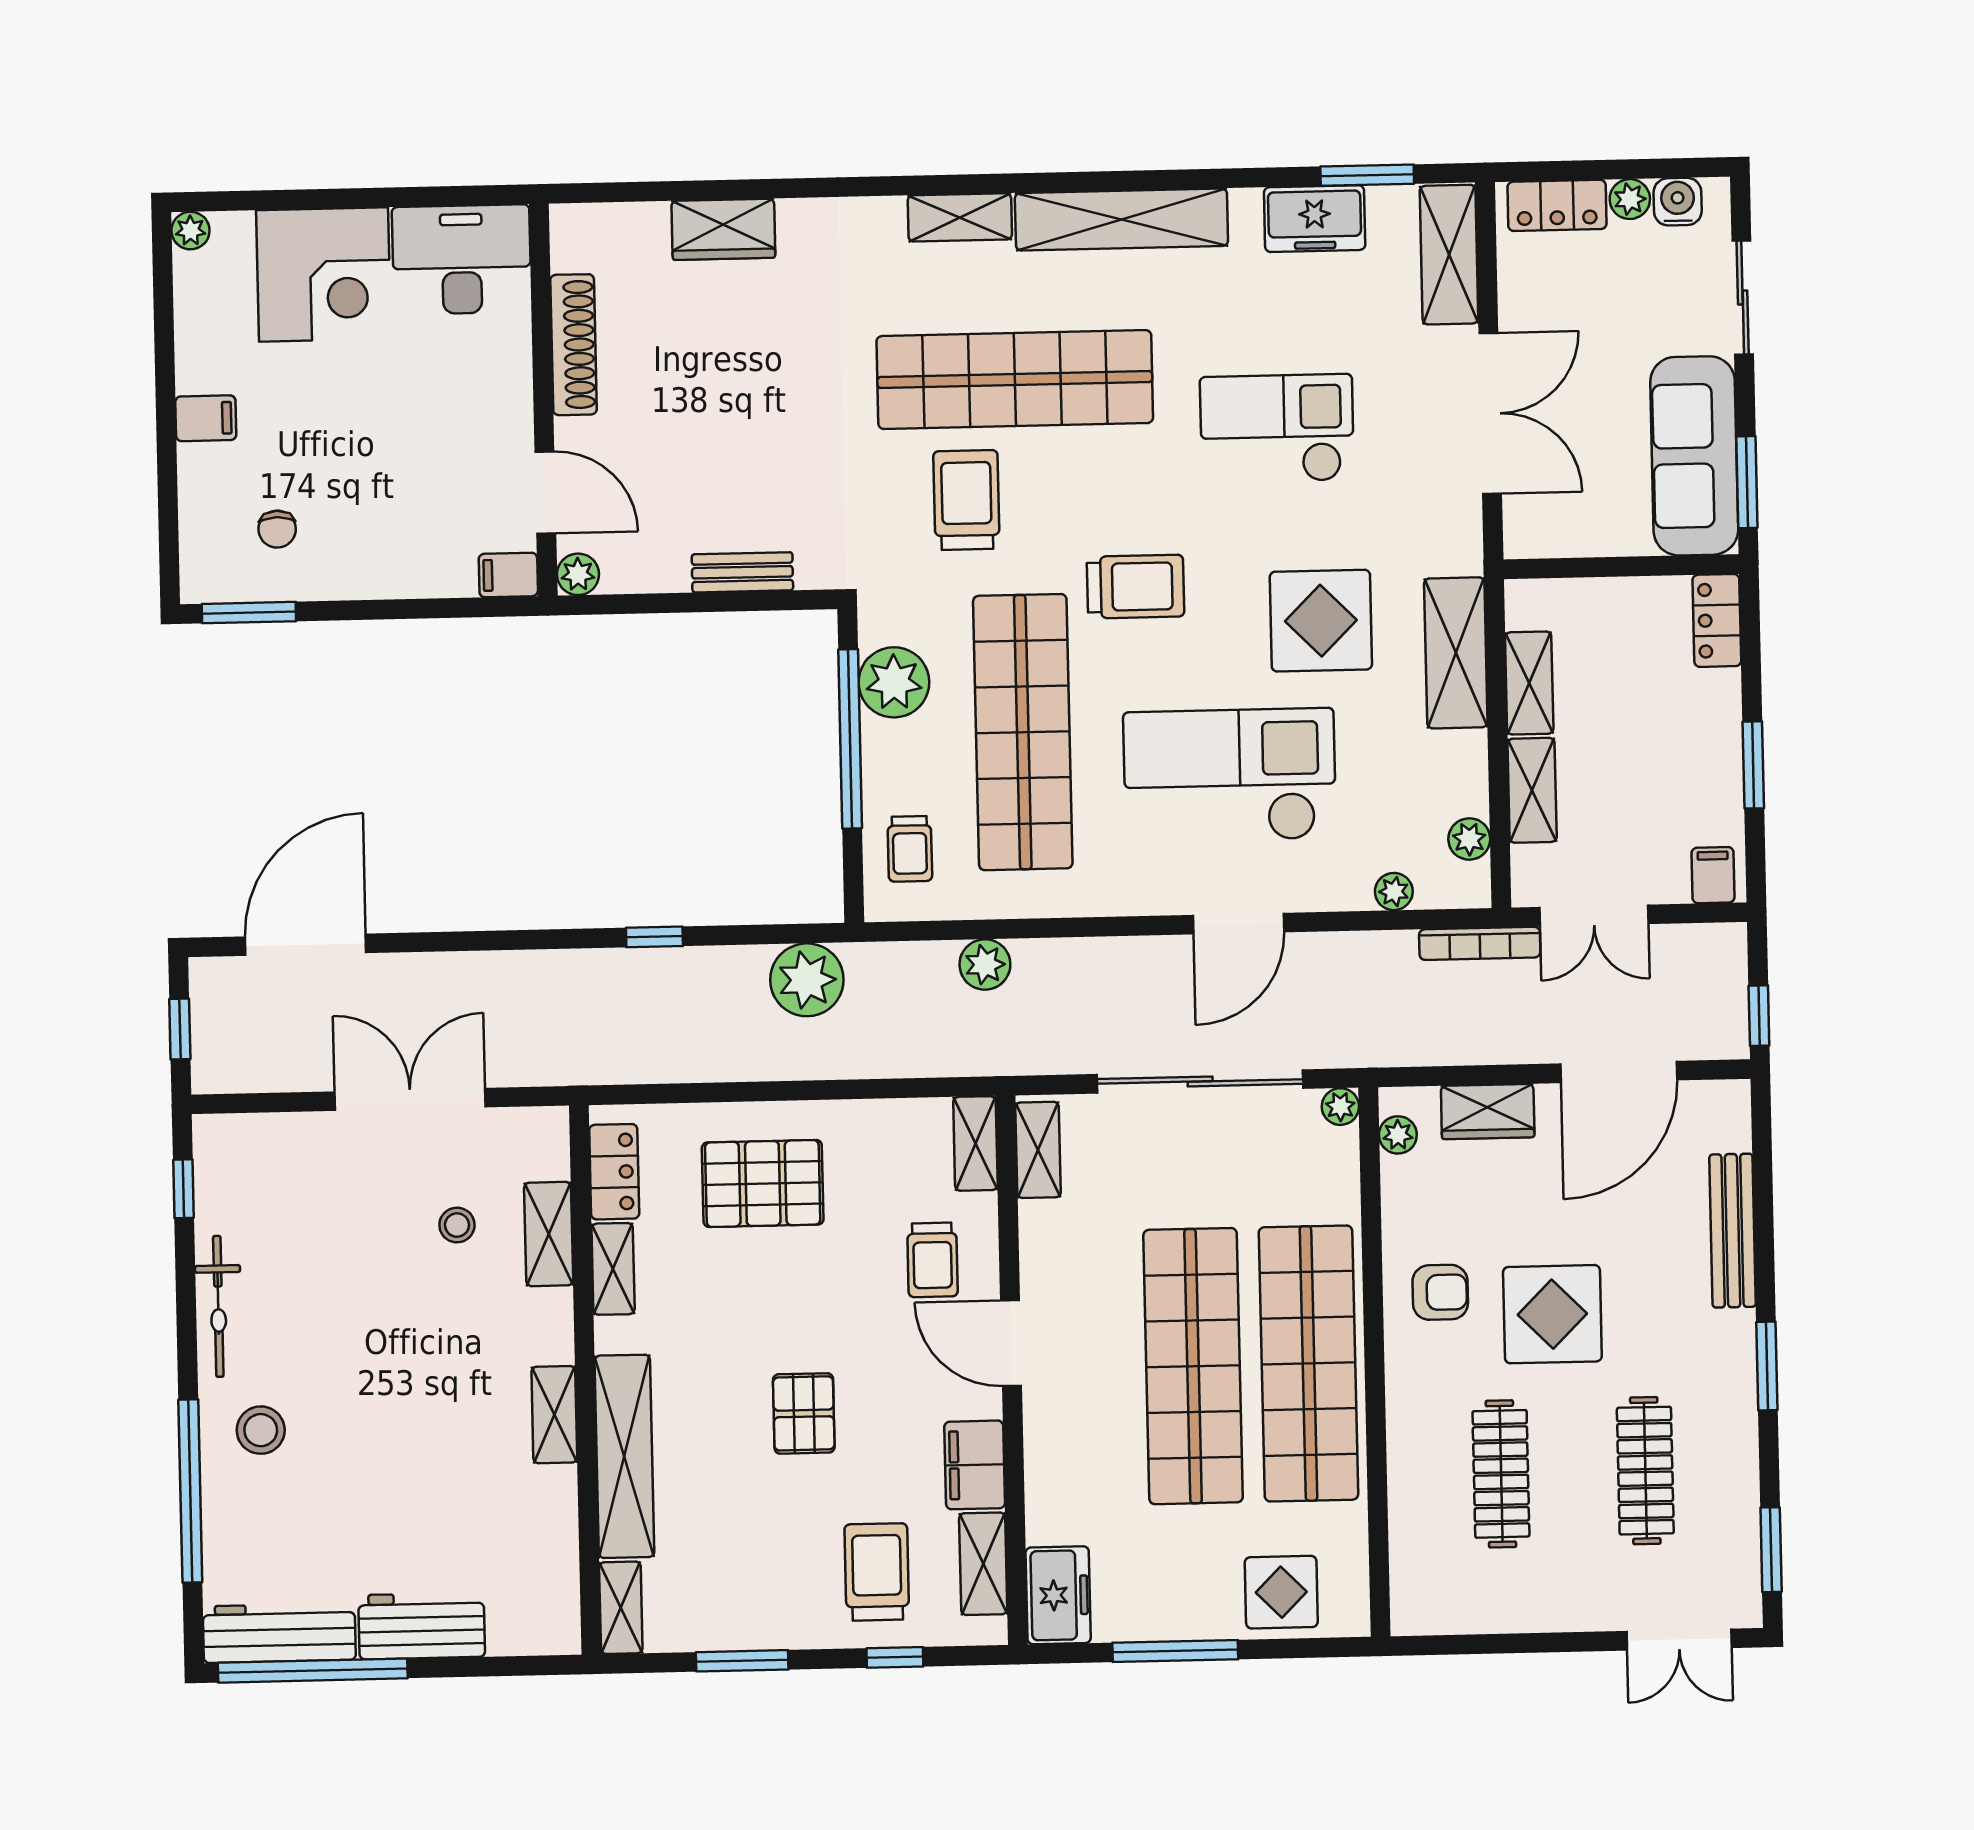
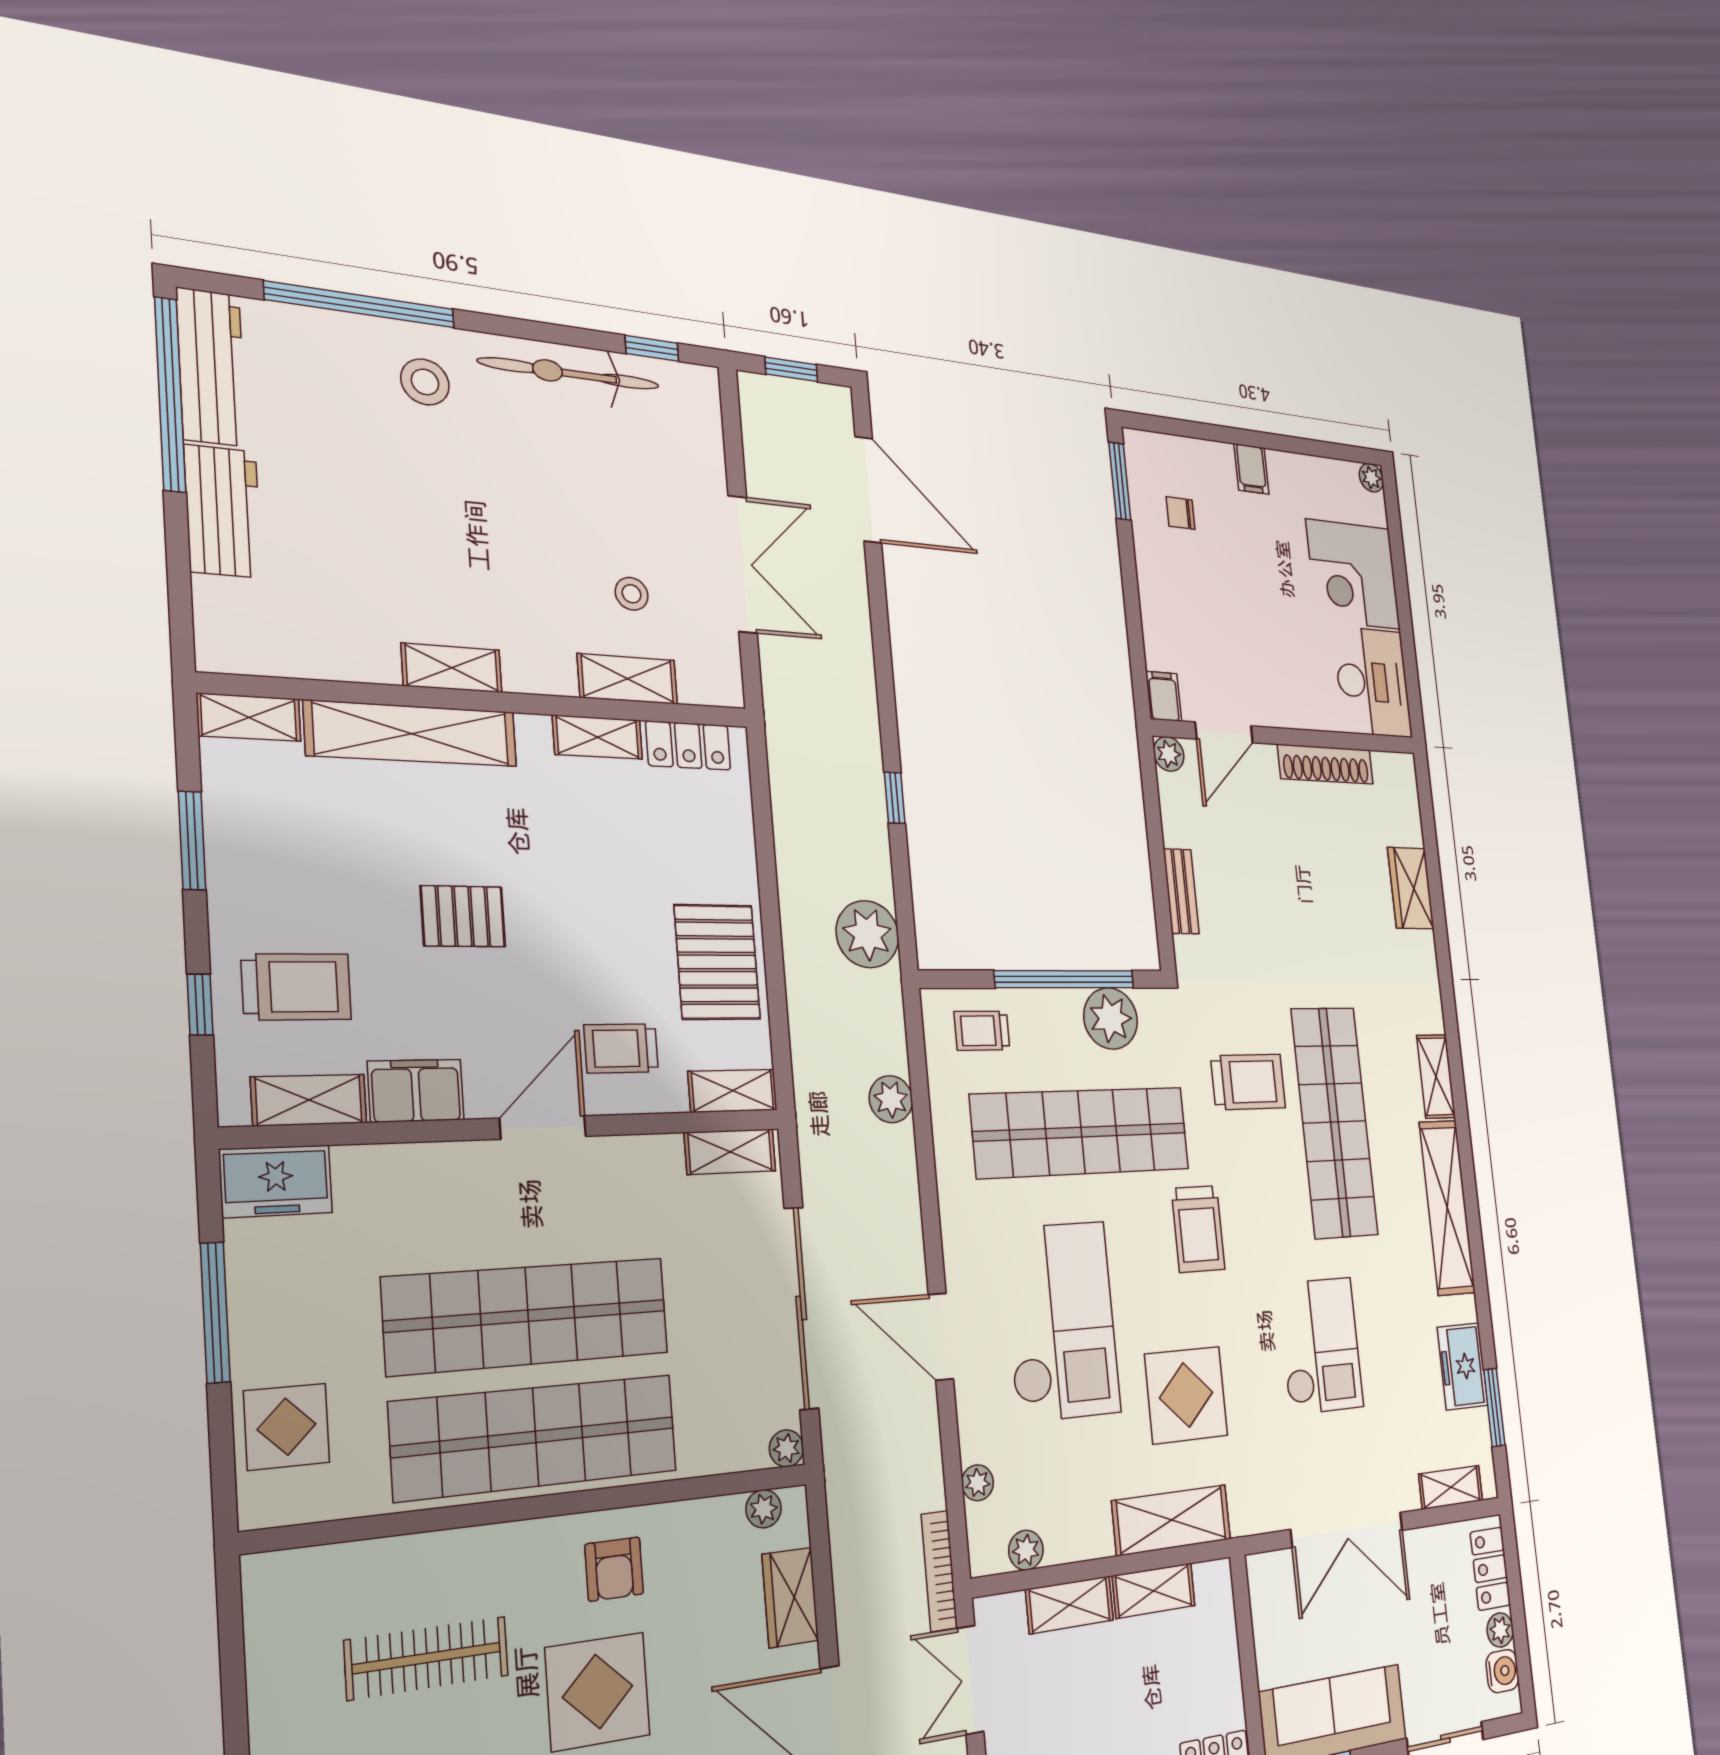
shelving: (1449, 255) -> (1451, 1487), width x0.67, depth x0.75
pallet: (763, 1184) -> (717, 962), moved
bicycle: (218, 1306) -> (569, 373), width x1.37, depth x1.40

